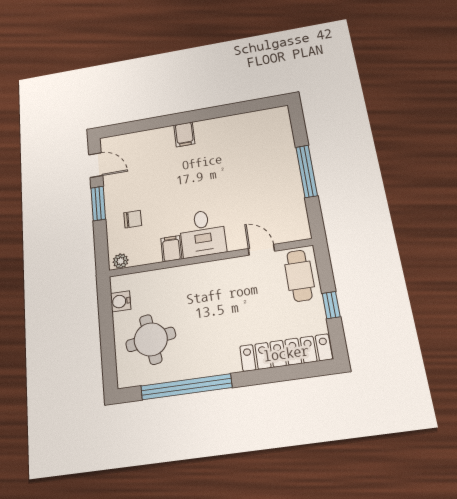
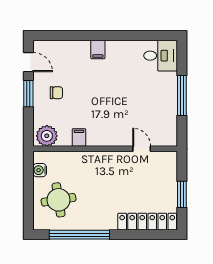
chair: (133, 219) -> (56, 93), moved
desk: (203, 233) -> (161, 56), moved, turned -90
plant: (121, 261) -> (47, 136), width x1.87, depth x1.87
cafe table: (299, 276) -> (164, 171), removed
window: (331, 305) -> (182, 194), width x1.50

